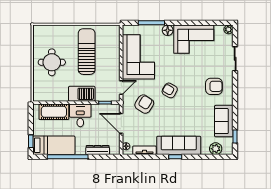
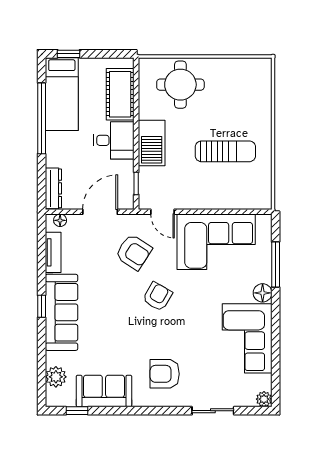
sun lounger: (87, 52) -> (225, 151), width x0.73, depth x0.75
round table: (52, 62) -> (180, 85), moved
armchair: (214, 86) -> (165, 374), turned 90
dresser: (98, 150) -> (53, 188), moved

